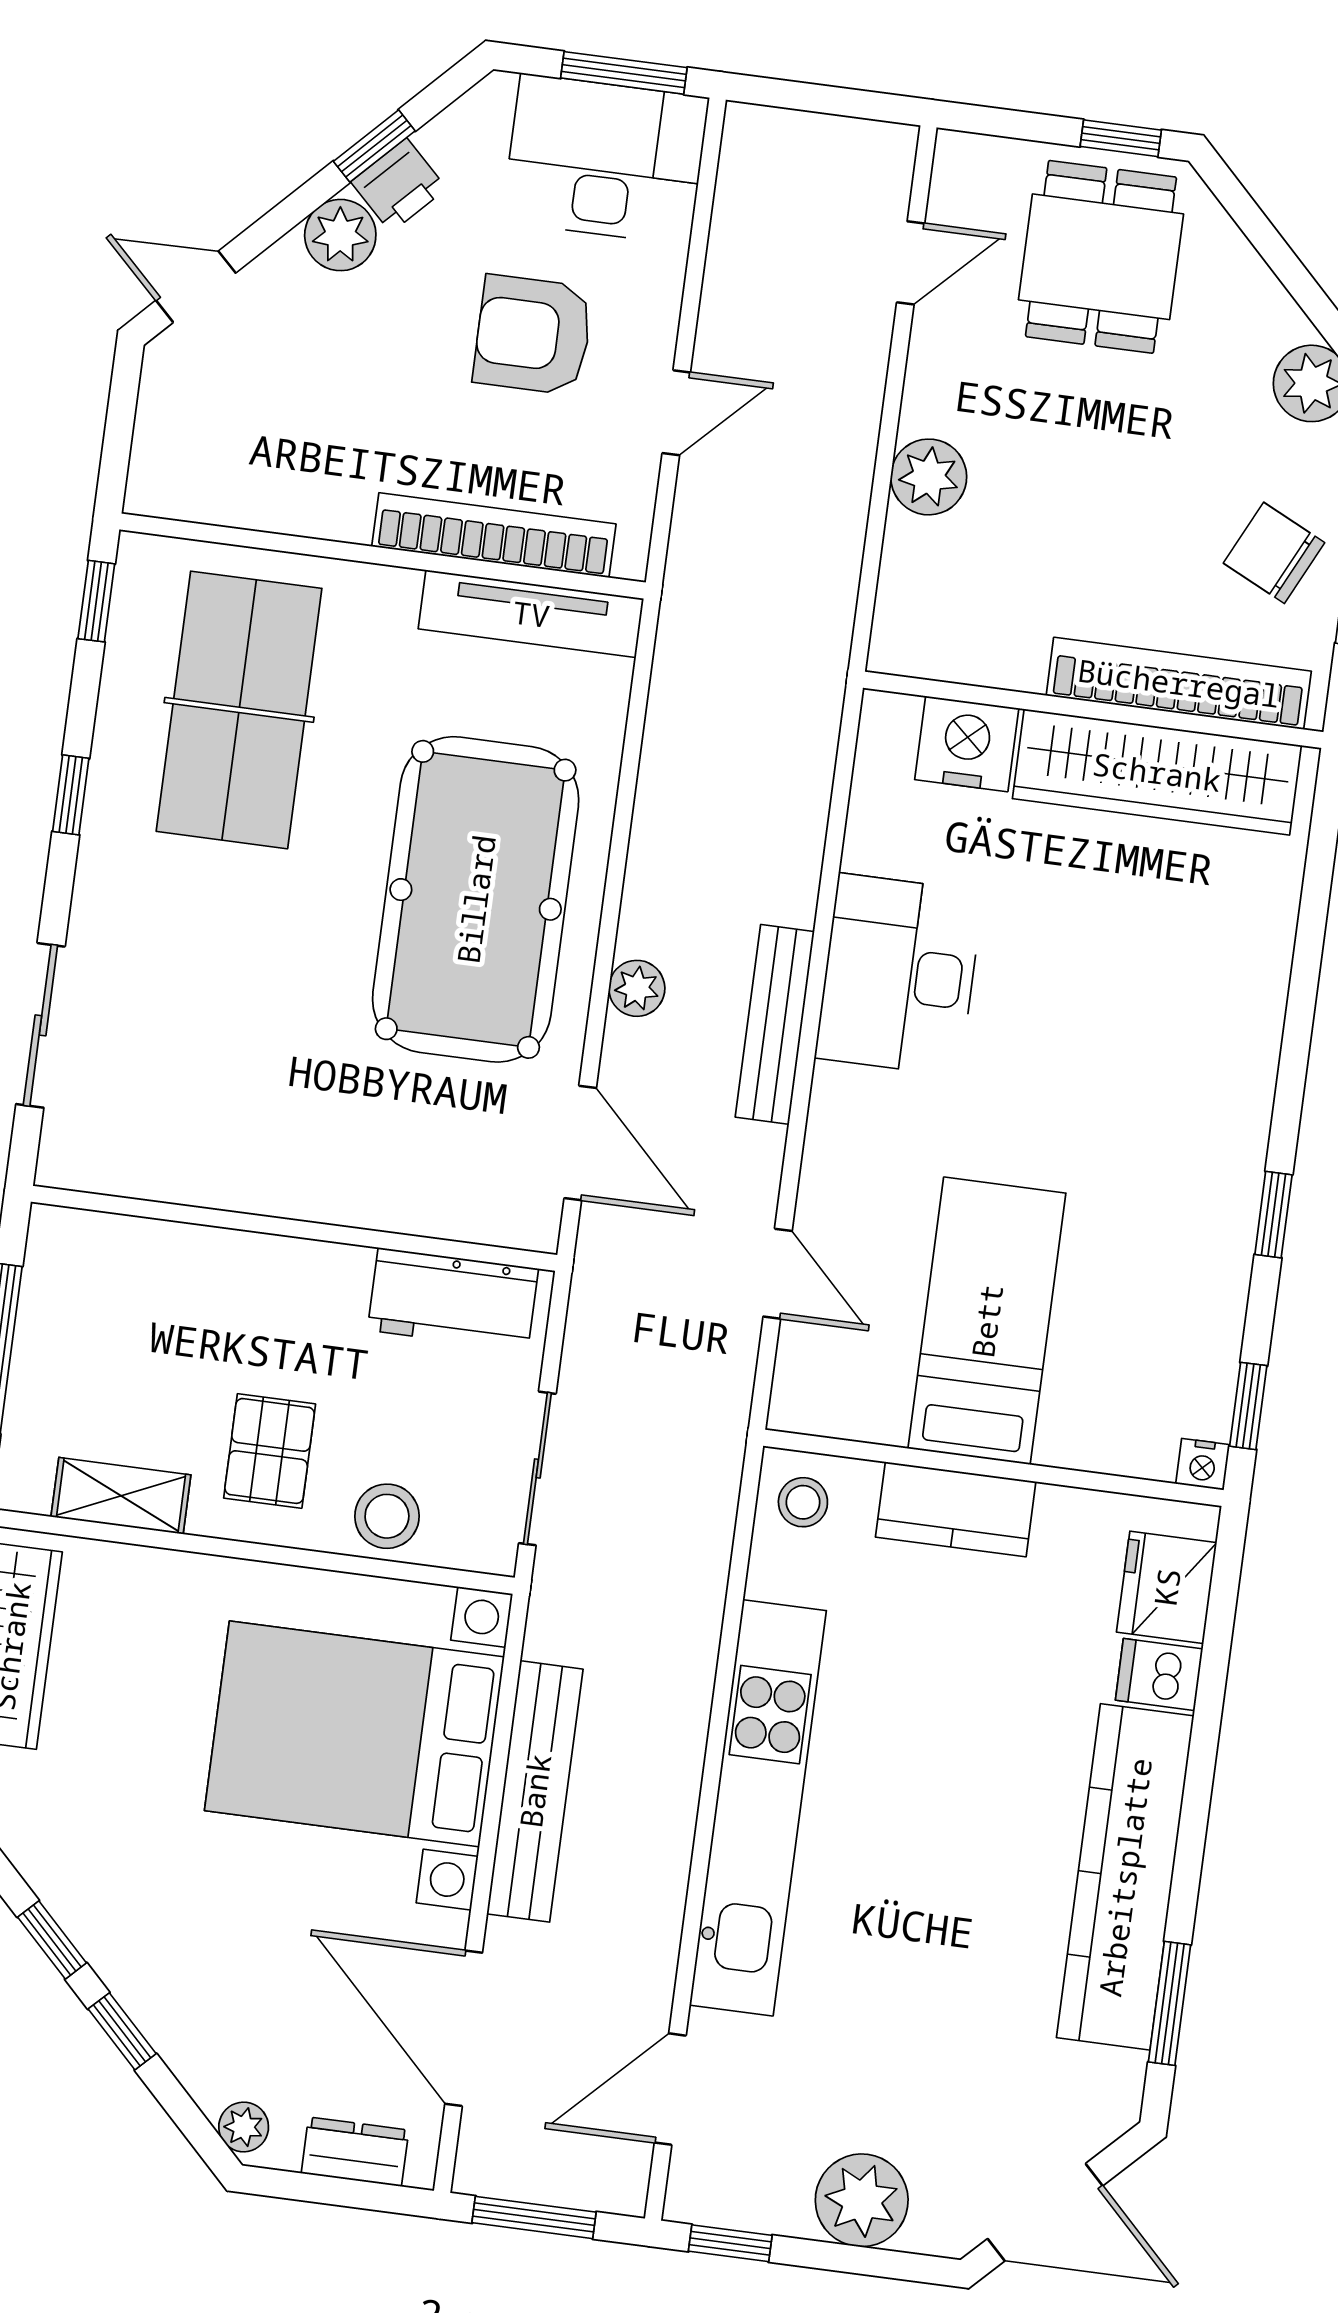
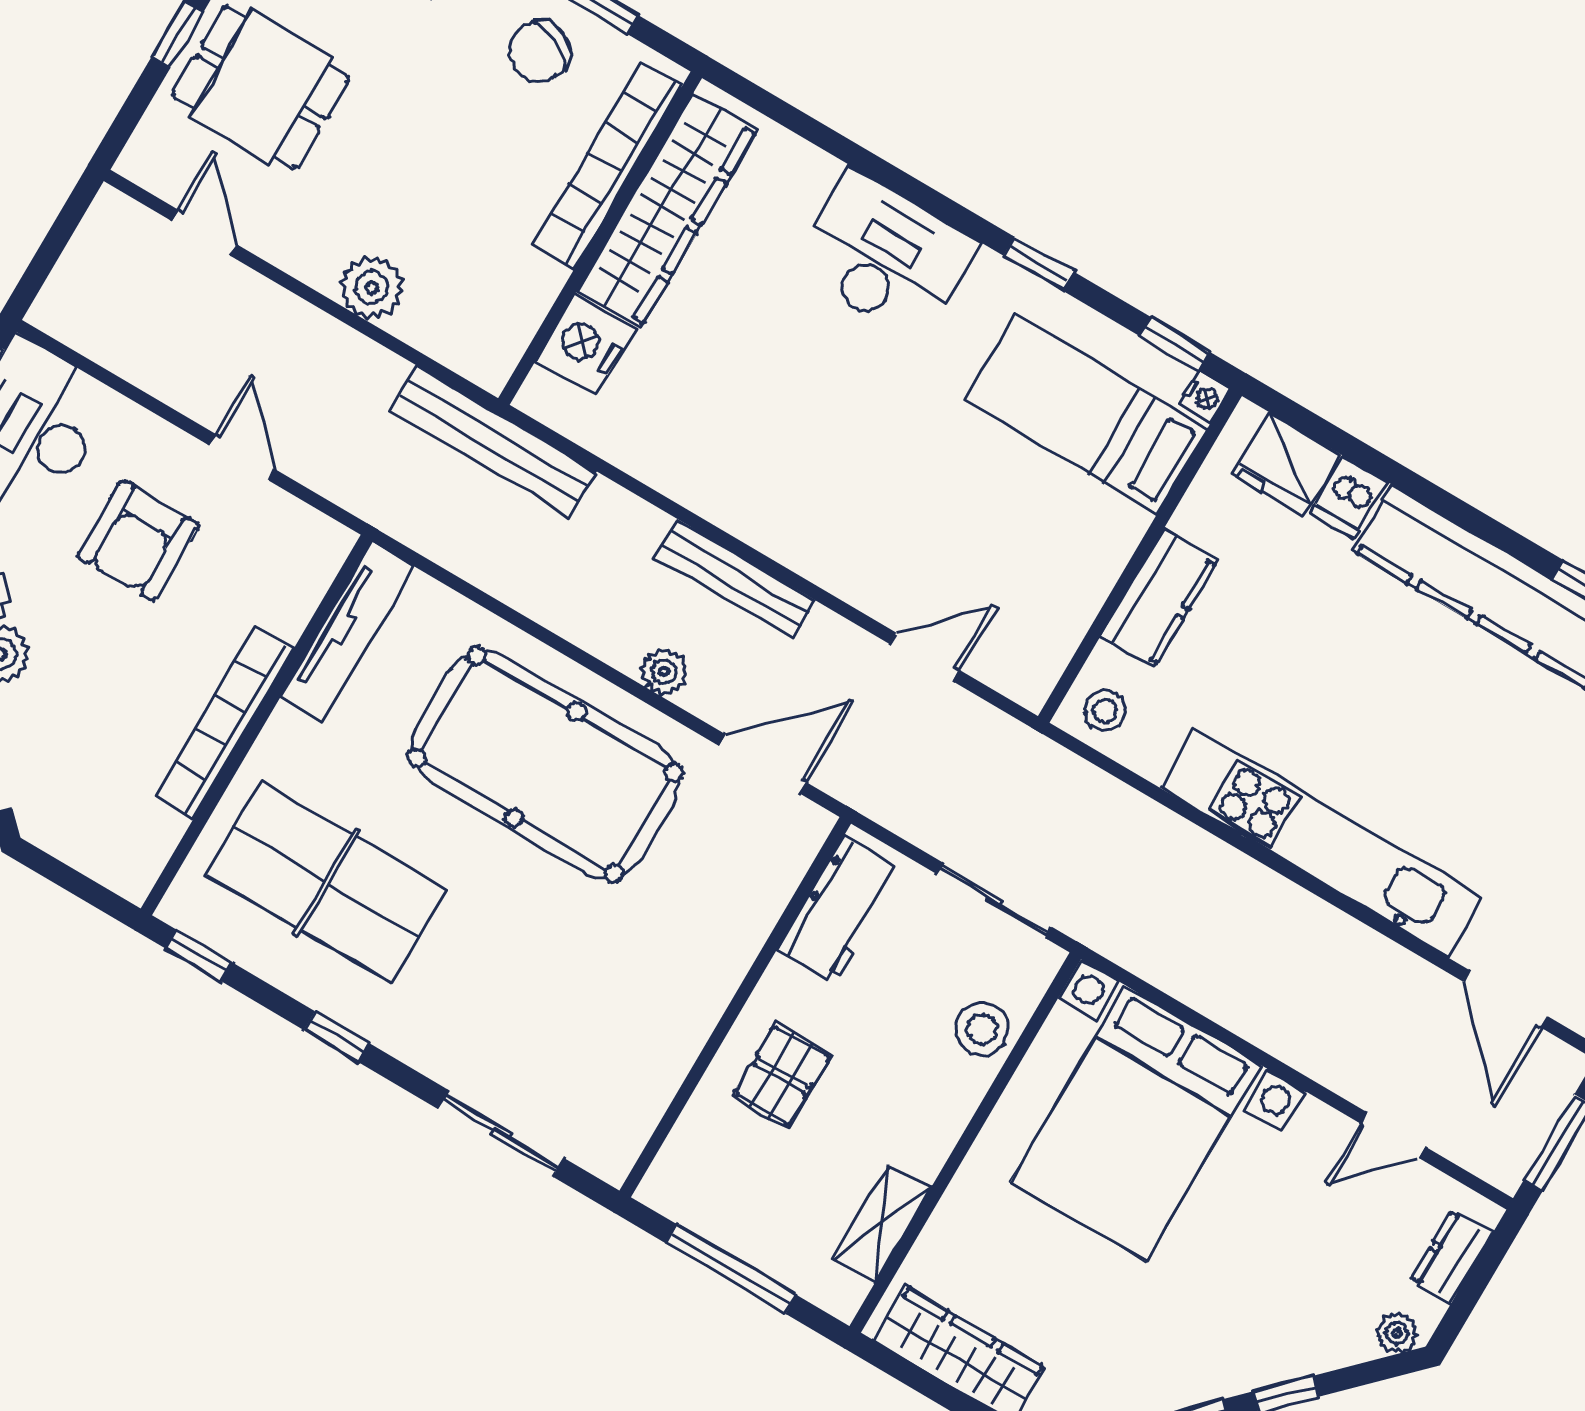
bookcase: (494, 535) -> (224, 723), moved
desk: (899, 975) -> (885, 256), moved, turned 180
bed: (987, 1321) -> (1086, 414), moved
pallet: (270, 1451) -> (781, 1076), moved, turned 90
bench: (535, 1791) -> (494, 441), moved
door: (464, 2028) -> (1393, 1135), width x0.53

